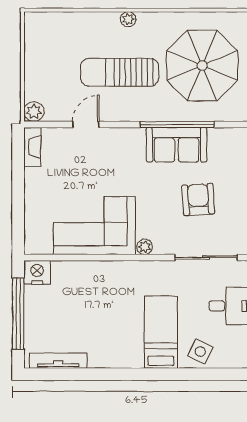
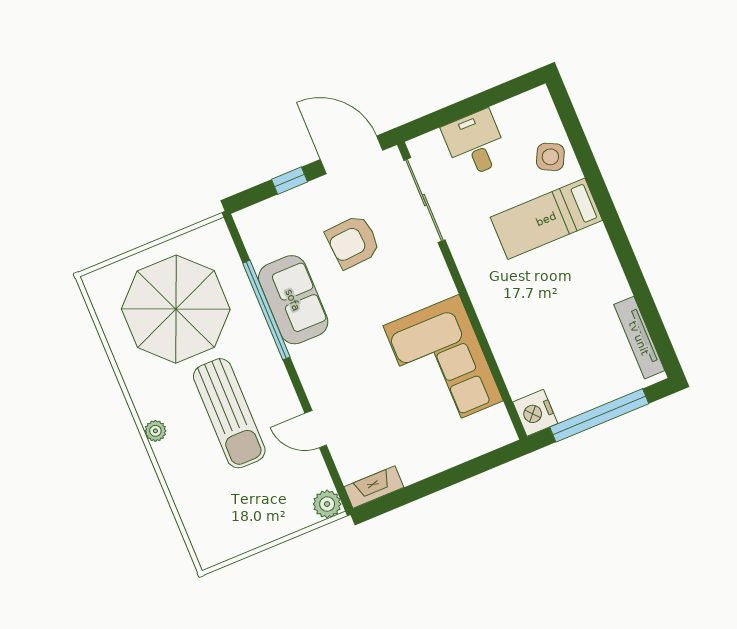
plant: (145, 247) -> (444, 286), removed

